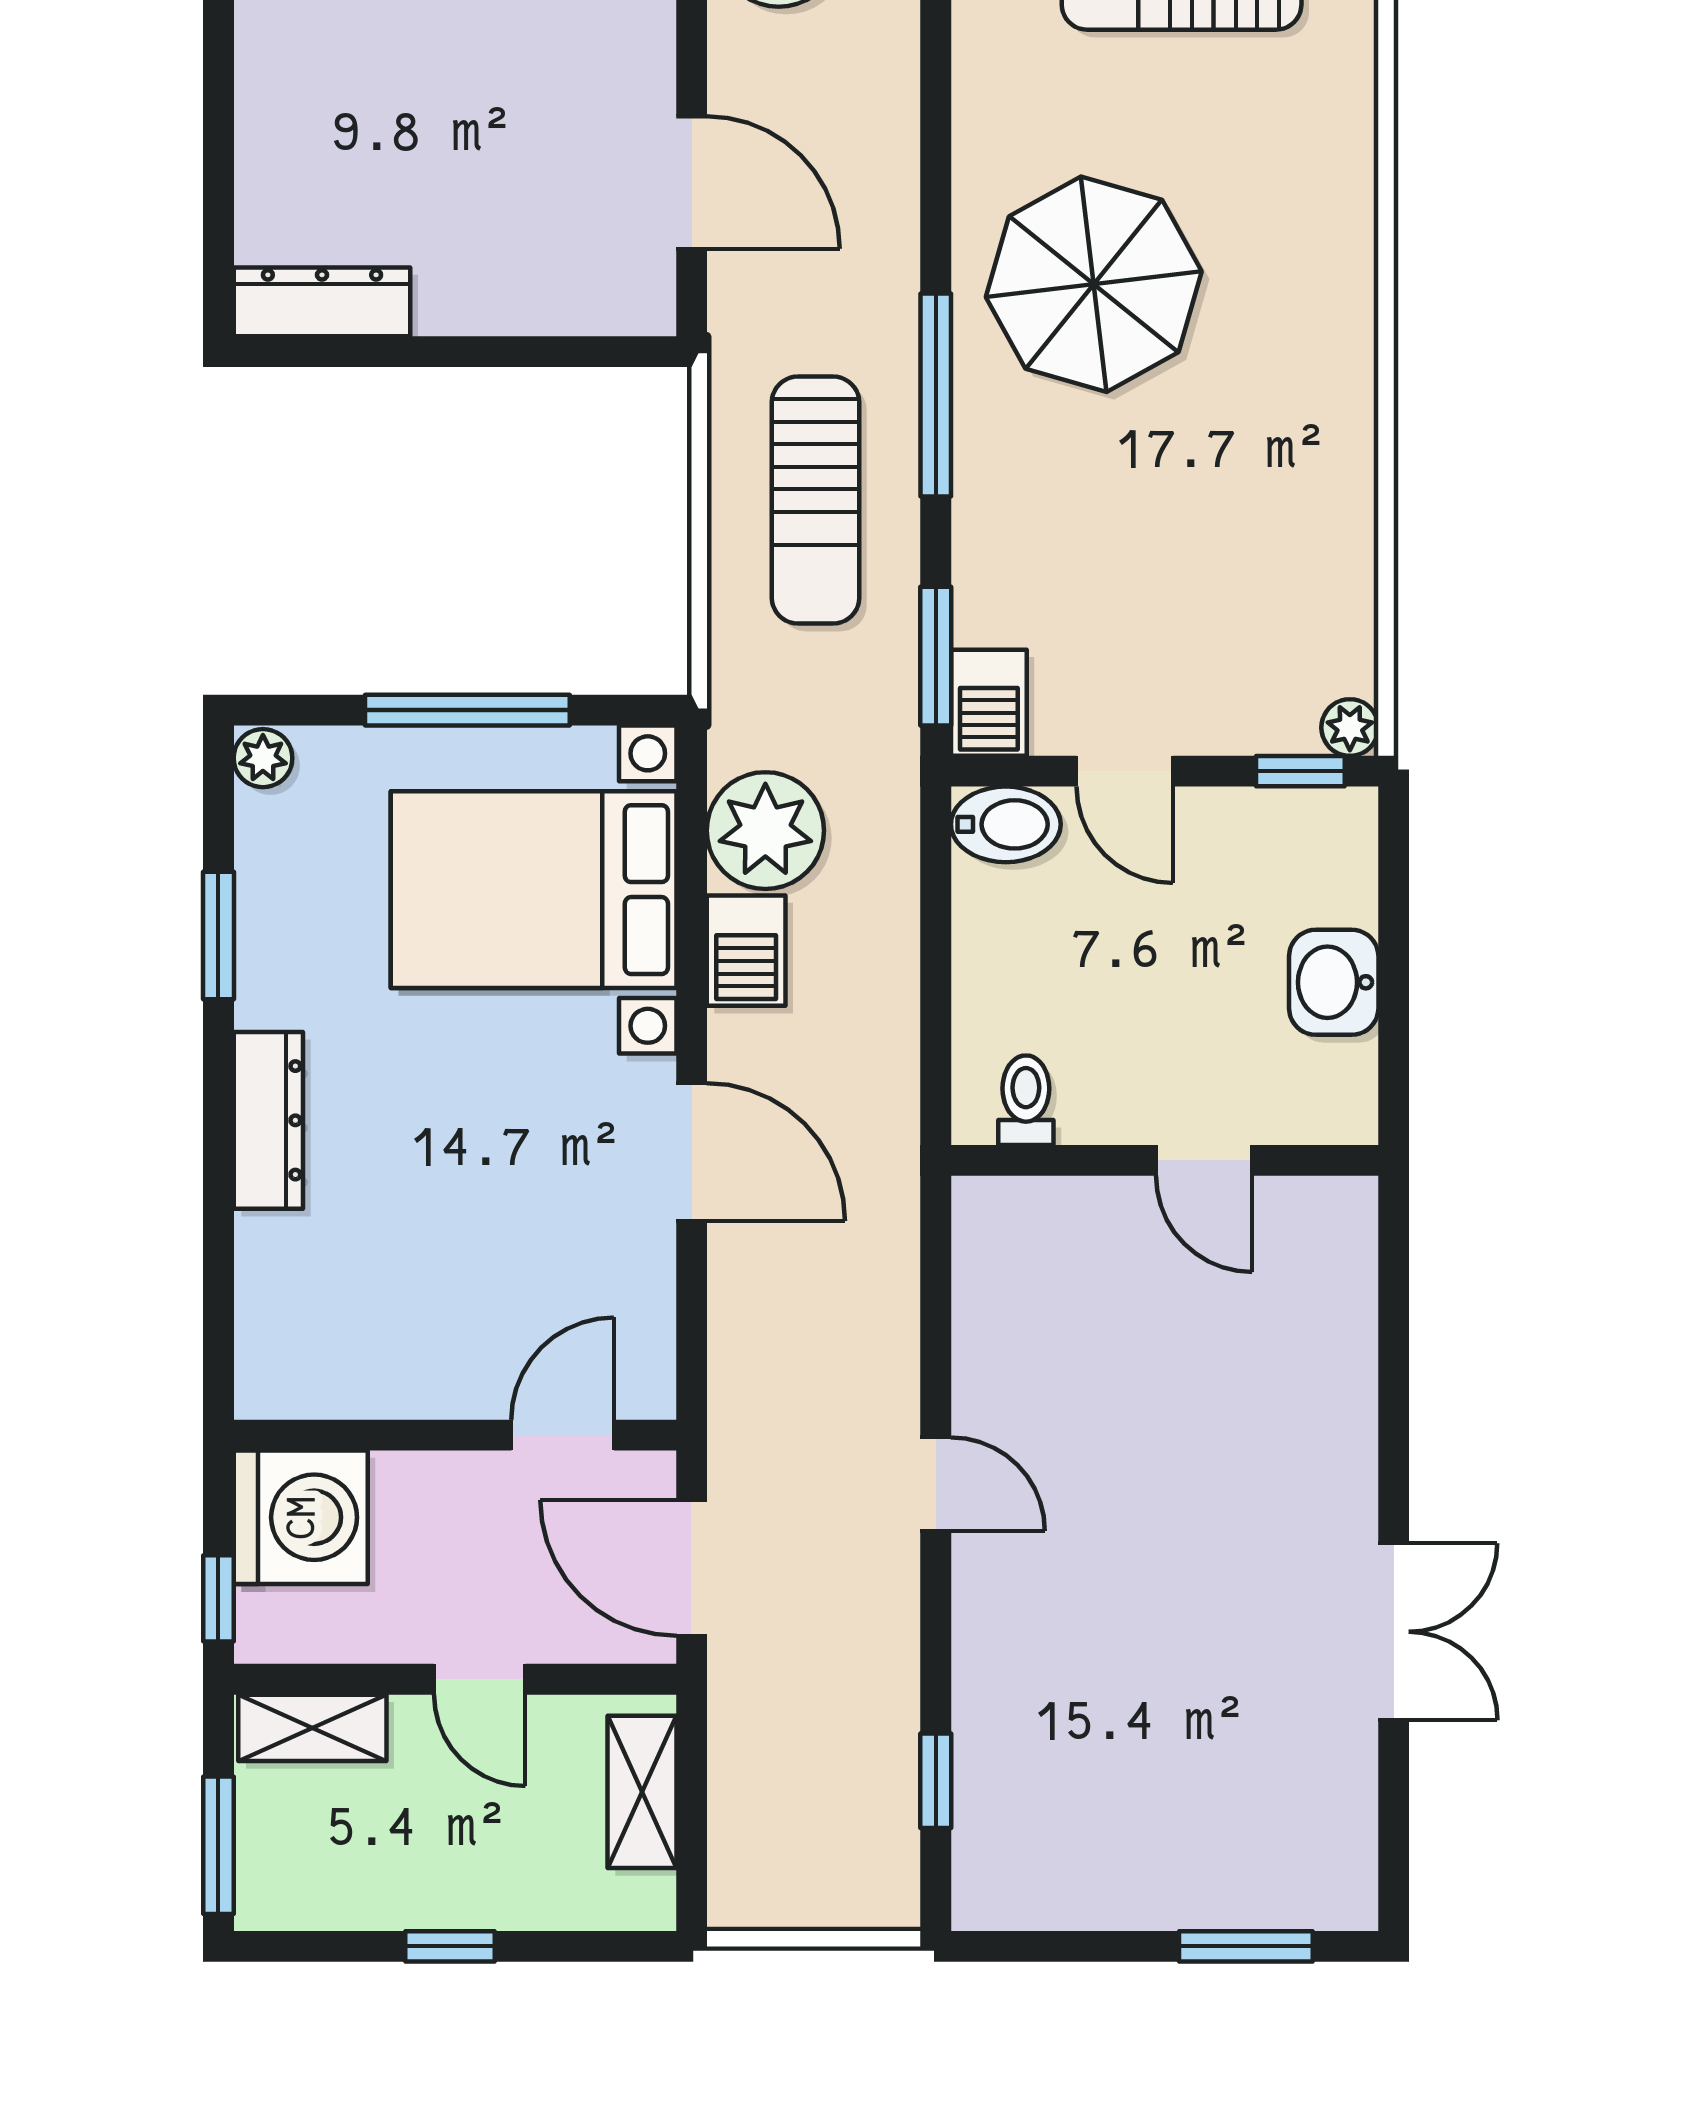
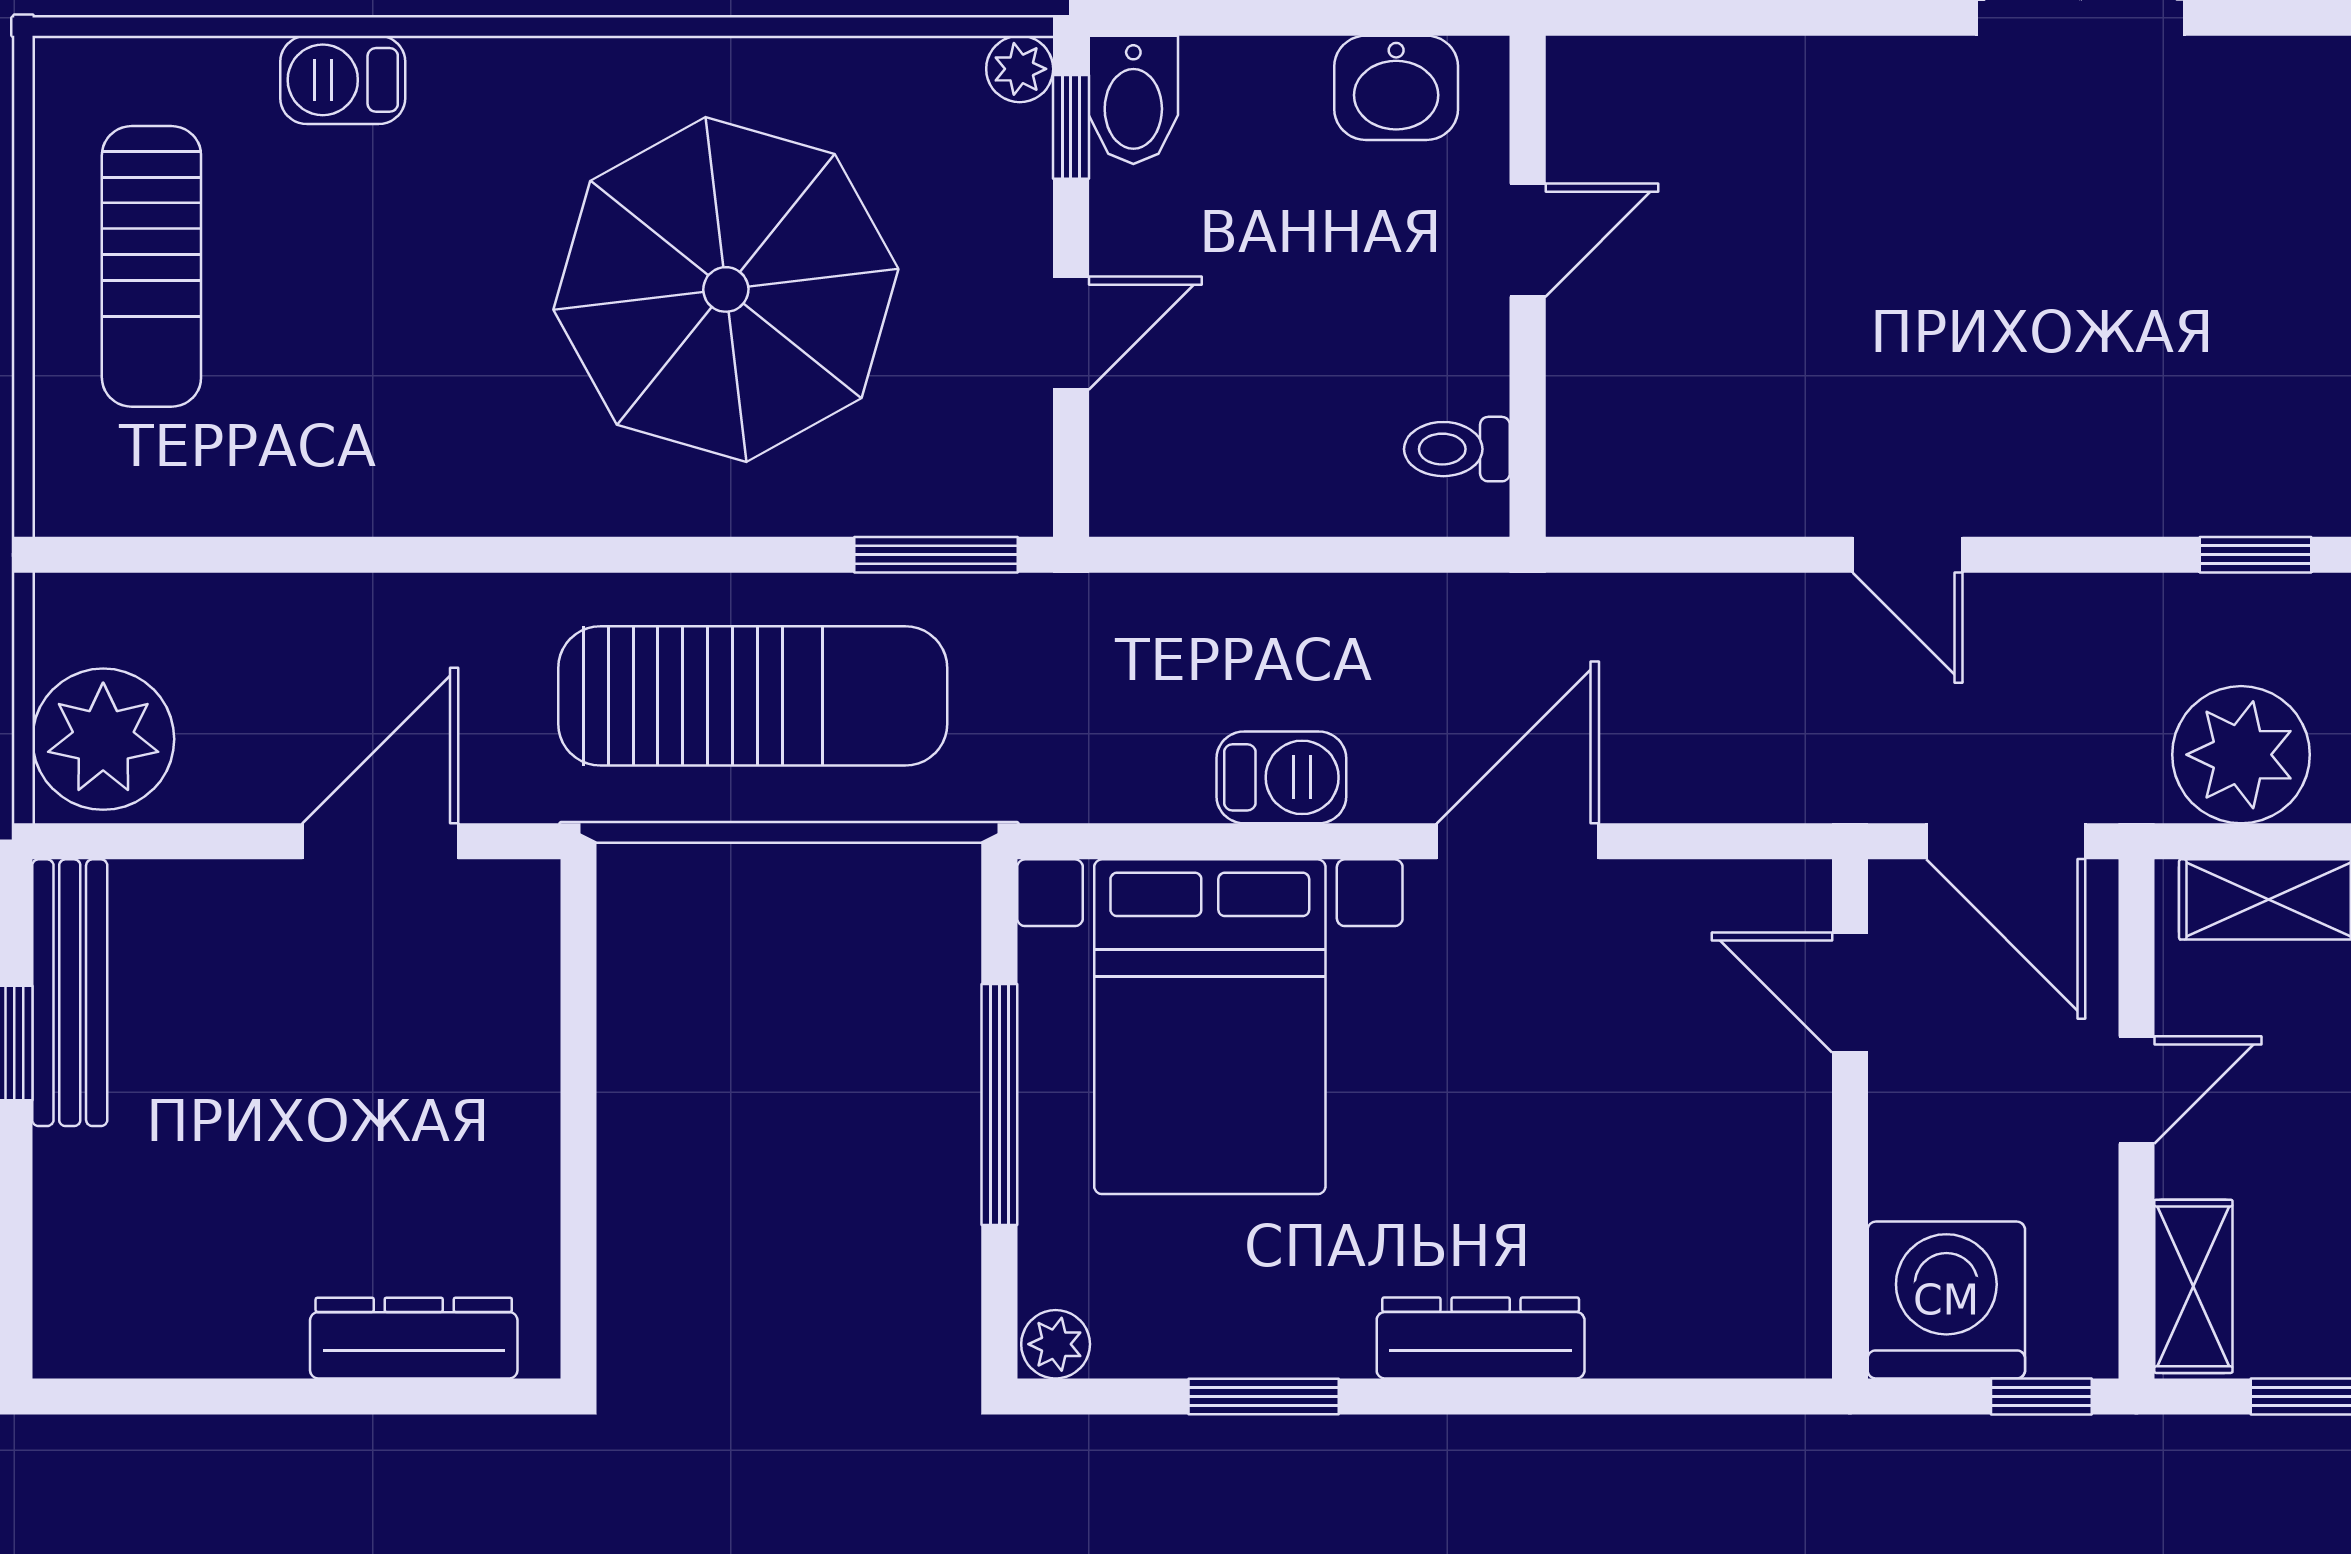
parasol: (1094, 284) -> (726, 289), moved, width x1.36, depth x1.36
dresser: (322, 302) -> (414, 1338), moved, turned 90
window: (936, 395) -> (629, 555), removed
sun lounger: (816, 500) -> (753, 696), width x1.36, depth x1.34
barbecue: (989, 703) -> (343, 80), moved, turned 180
bidet: (1006, 824) -> (1133, 100), moved, turned 180
plant: (765, 831) -> (2241, 755), moved
washbasin: (1334, 982) -> (1396, 88), moved
door: (936, 1484) -> (1908, 555), swing flipped
door: (692, 1568) -> (2006, 841), hinge flipped

